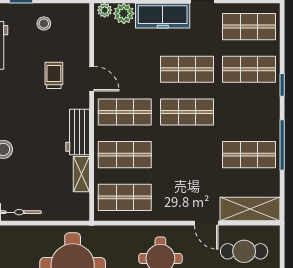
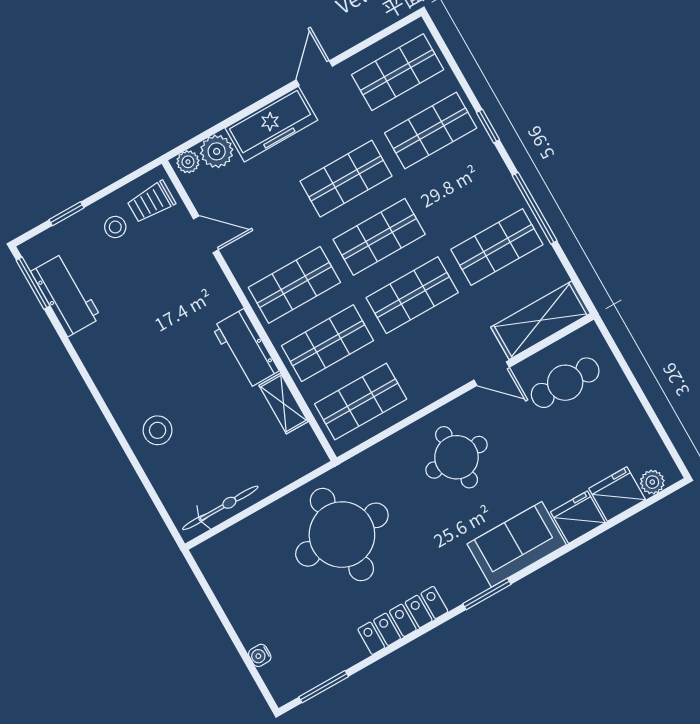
trolley: (54, 75) -> (151, 202), moved, turned -90
door: (92, 79) -> (206, 234), moved
shop shelf: (187, 155) -> (412, 295), added

